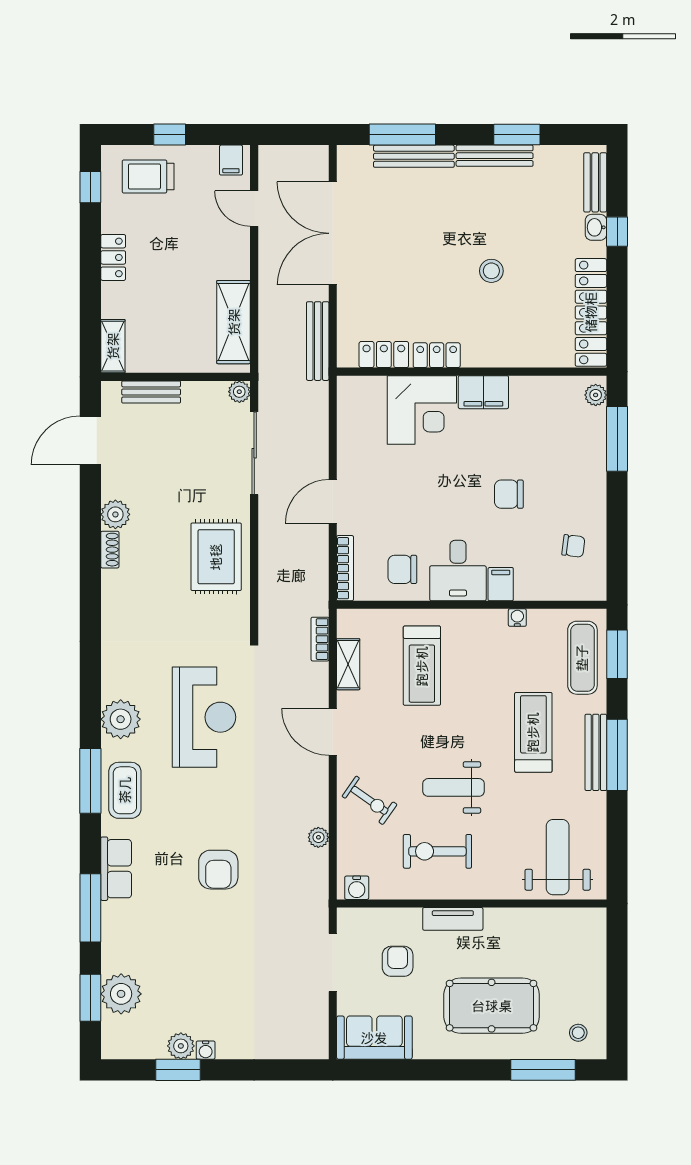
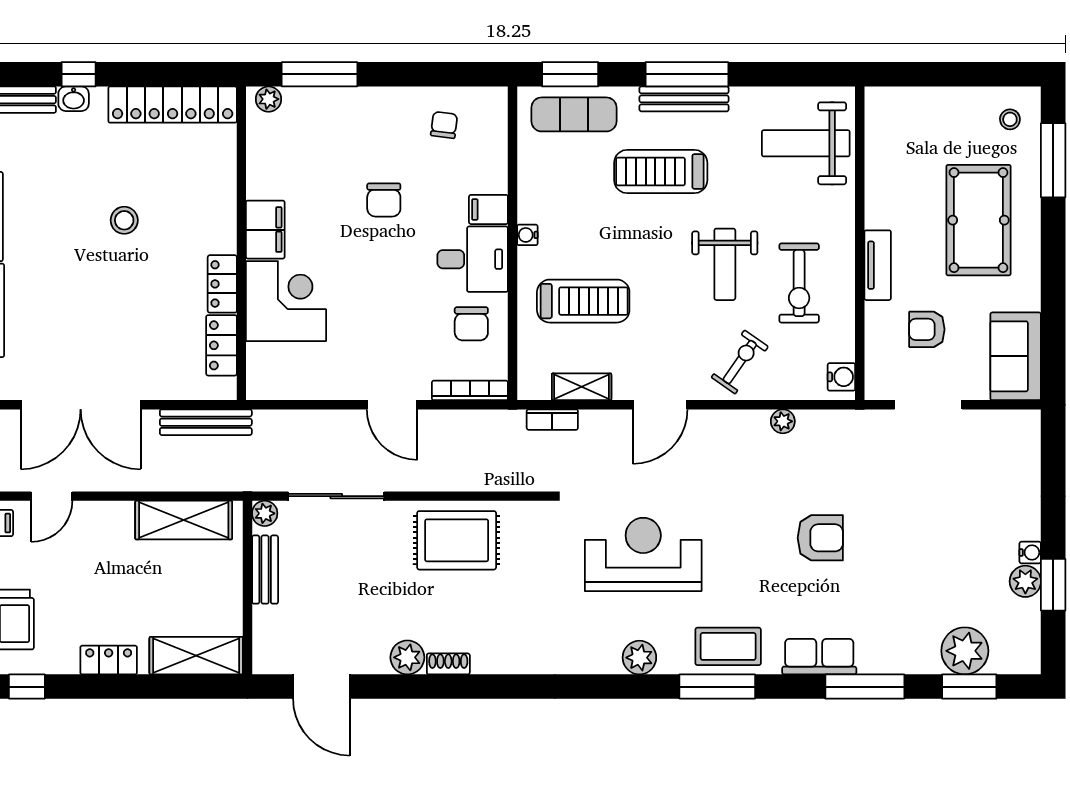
shelving: (113, 346) -> (196, 656), width x1.50, depth x1.33
bench: (151, 392) -> (265, 570), moved
water cooler: (517, 618) -> (527, 235), moved
plant: (121, 719) -> (639, 658), width x0.73, depth x0.73

